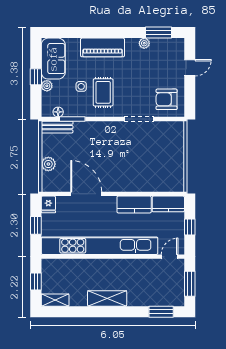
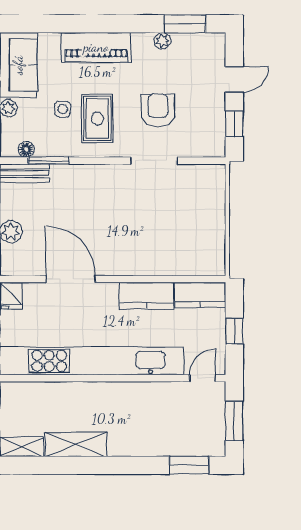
window: (190, 96) -> (234, 124), added
armchair: (167, 99) -> (158, 110), moved, turned 90
shelving: (107, 298) -> (76, 444), moved

